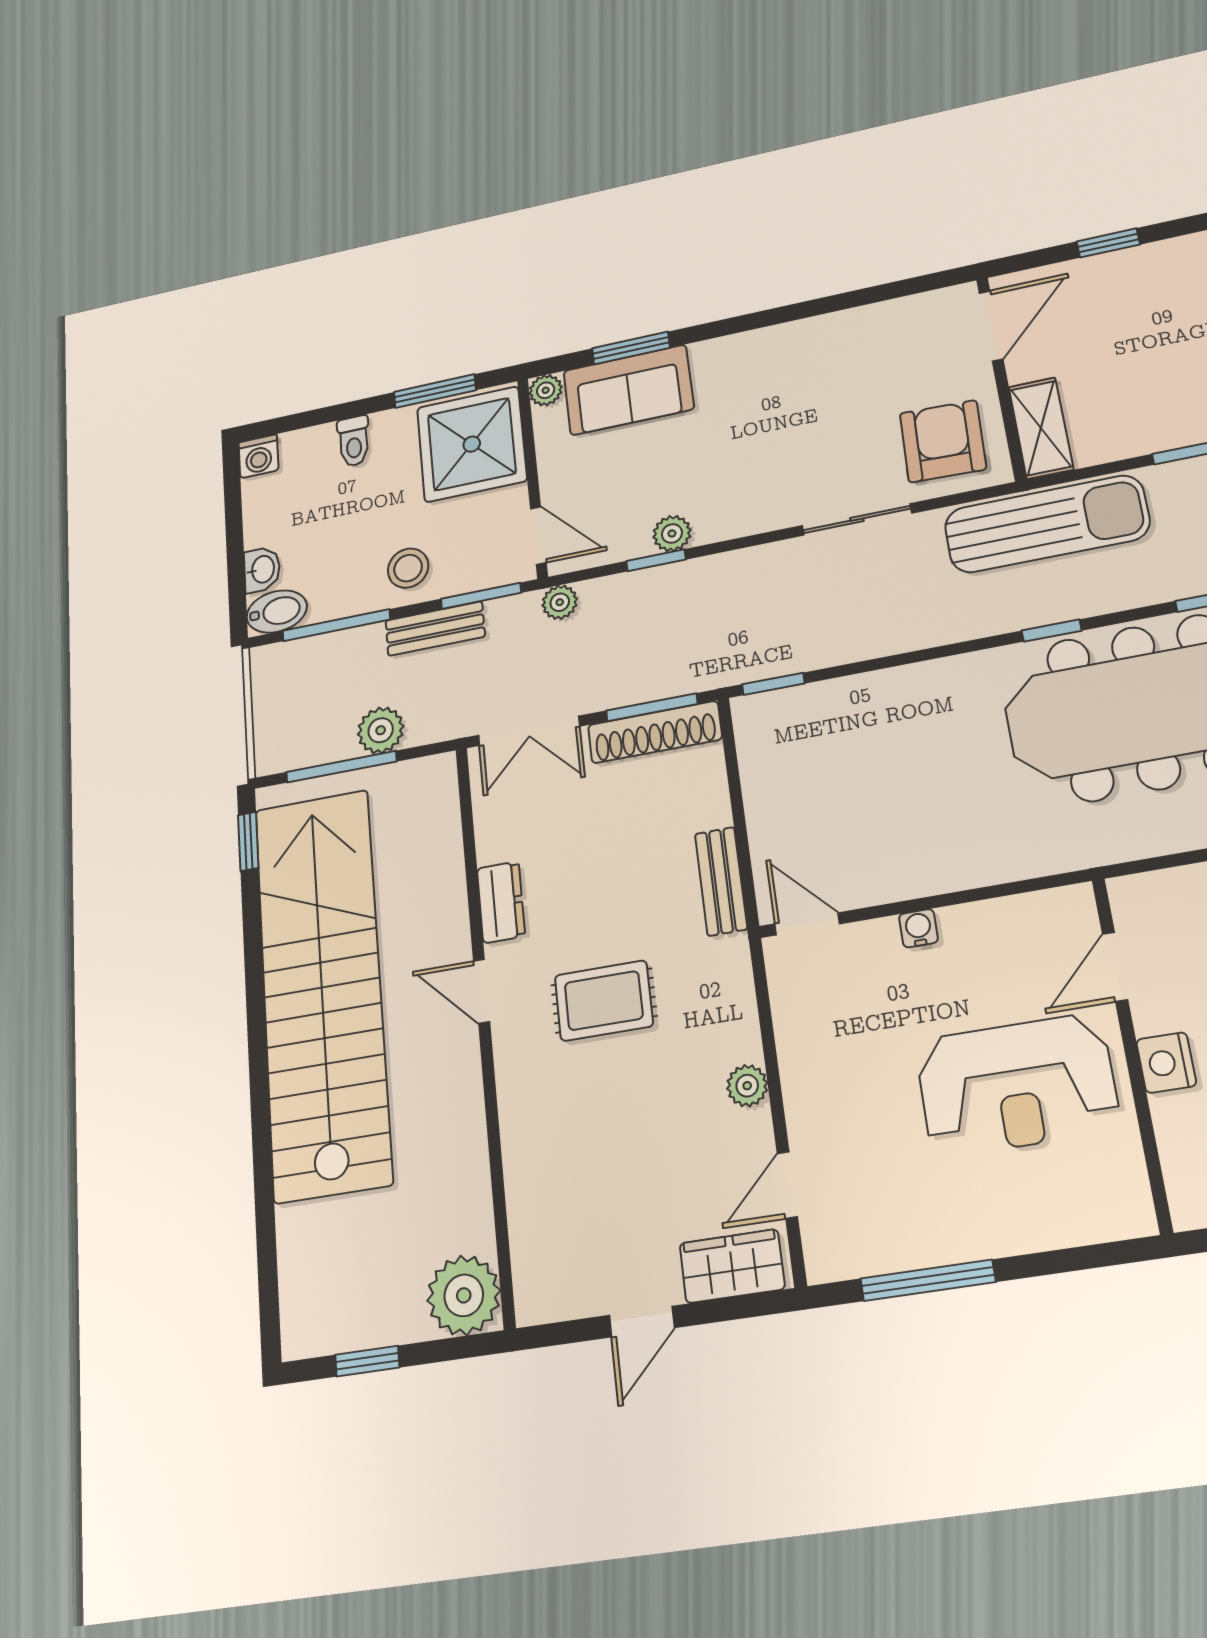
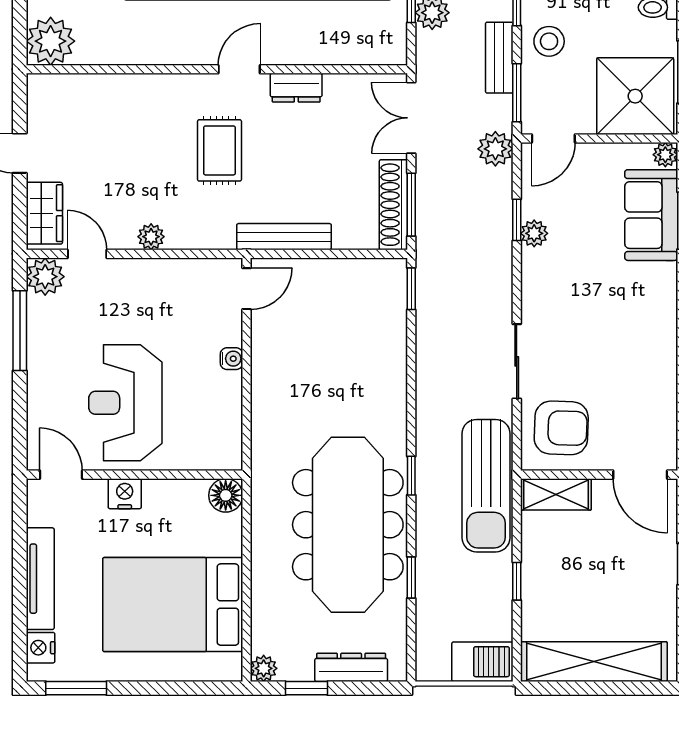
plant: (560, 602) -> (495, 149), width x1.38, depth x1.38
bench: (721, 881) -> (284, 237), width x1.36
floor lamp: (1137, 900) -> (226, 495), added
door: (1115, 967) -> (61, 475), moved
plant: (833, 1250) -> (45, 277), added

